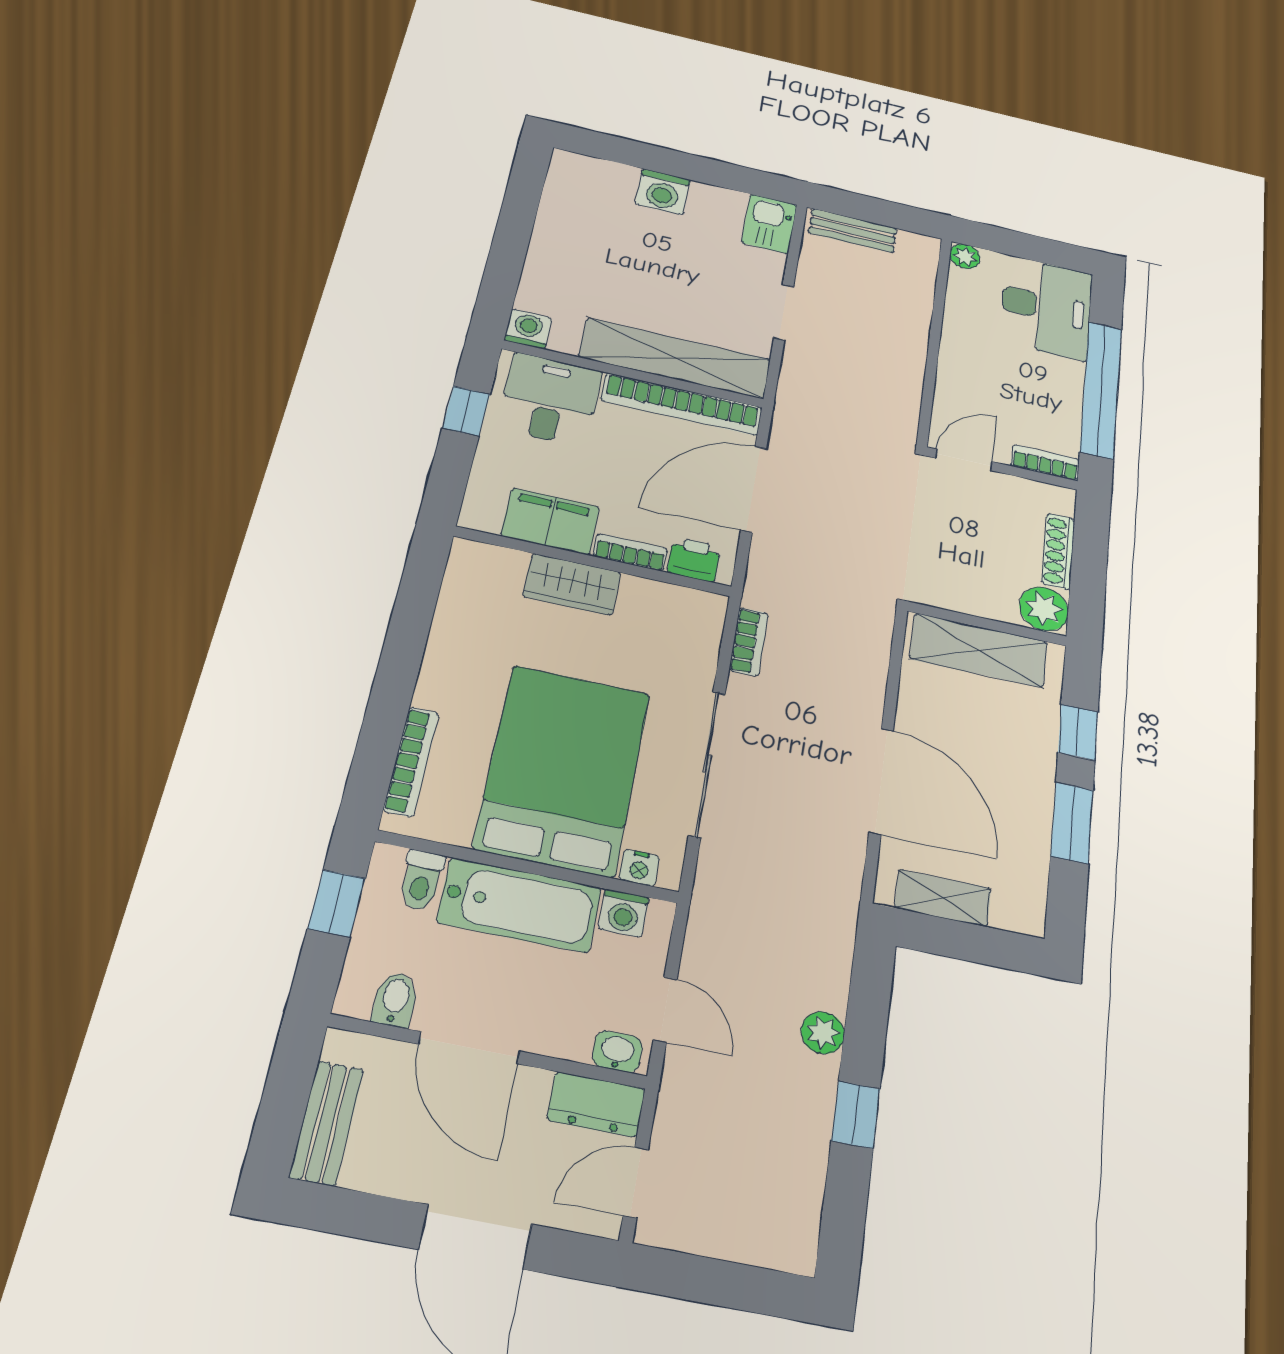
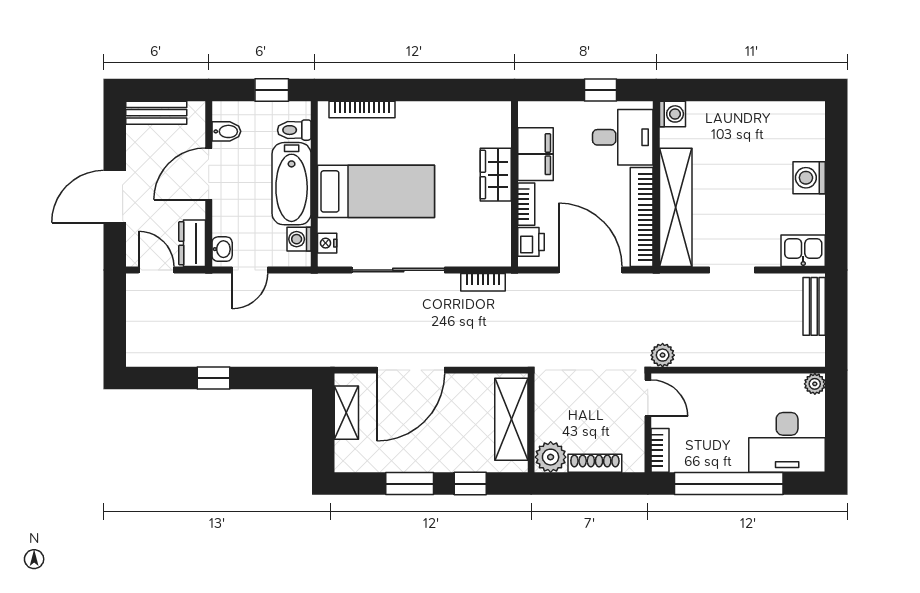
bed: (563, 770) -> (376, 191), width x0.67
plant: (823, 1033) -> (663, 355), moved

